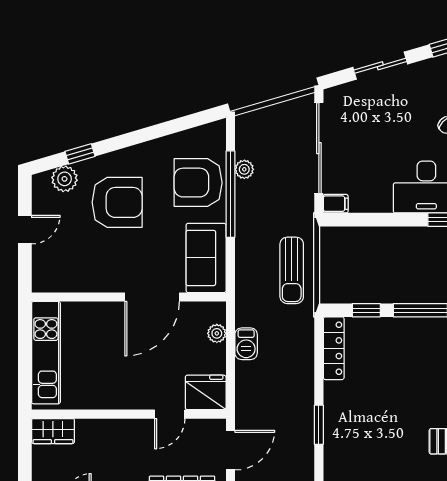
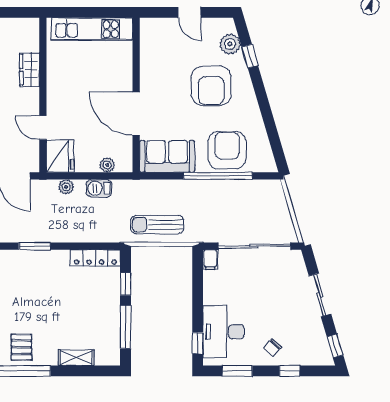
plant: (244, 169) -> (66, 187), moved
wardrobe: (53, 431) -> (29, 70), moved

